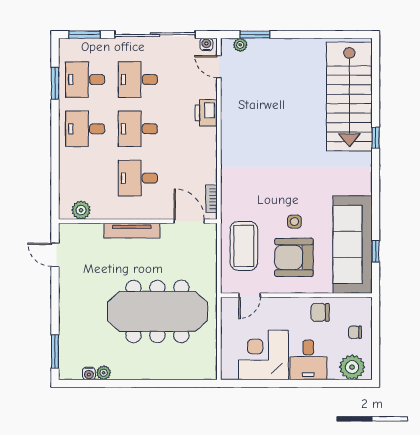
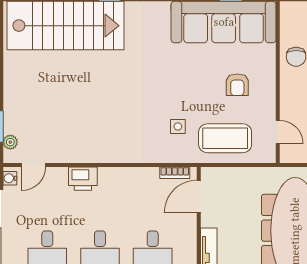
side table: (294, 222) -> (178, 126), moved
armchair: (294, 257) -> (237, 85), width x0.53, depth x0.53

